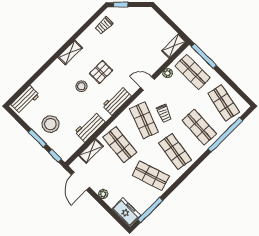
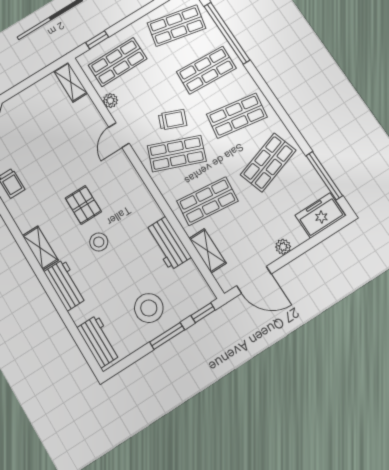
window: (204, 56) -> (97, 40), width x0.46
workbench: (117, 101) -> (65, 285), moved, turned 180

